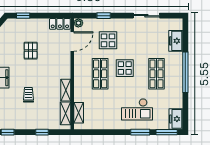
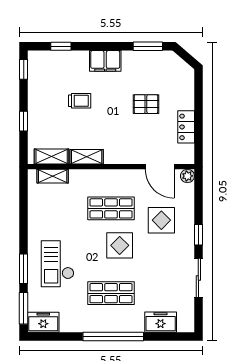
window: (23, 16) -> (198, 93), removed
window: (104, 16) -> (198, 235), moved
locker: (60, 24) -> (186, 127), moved

